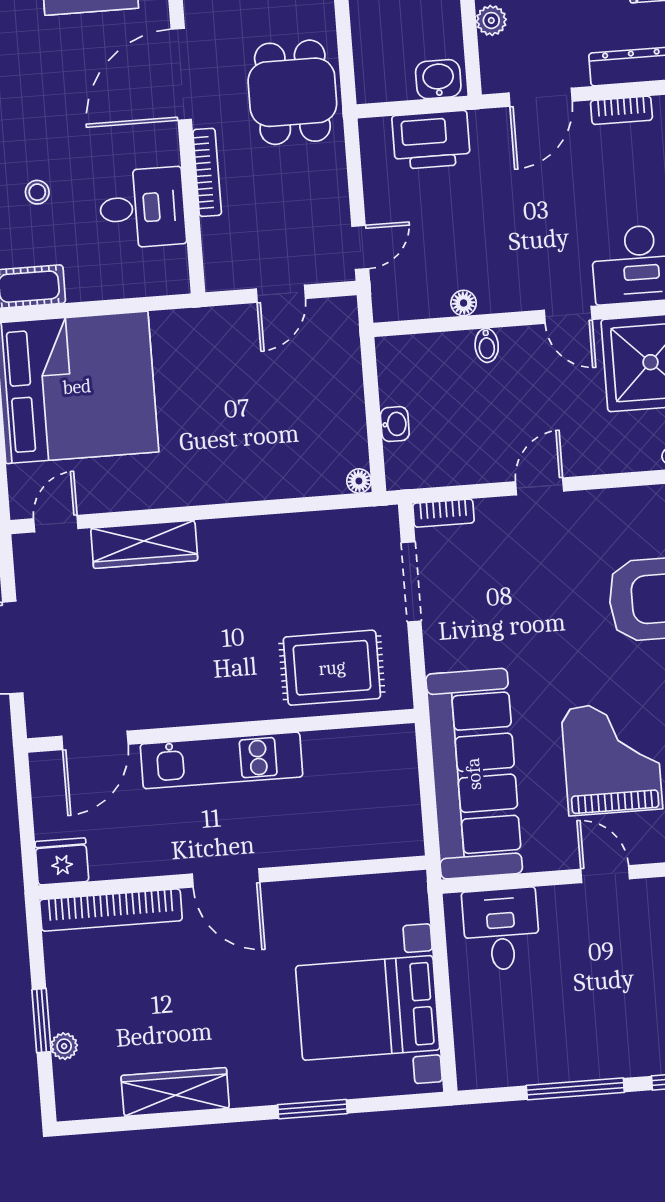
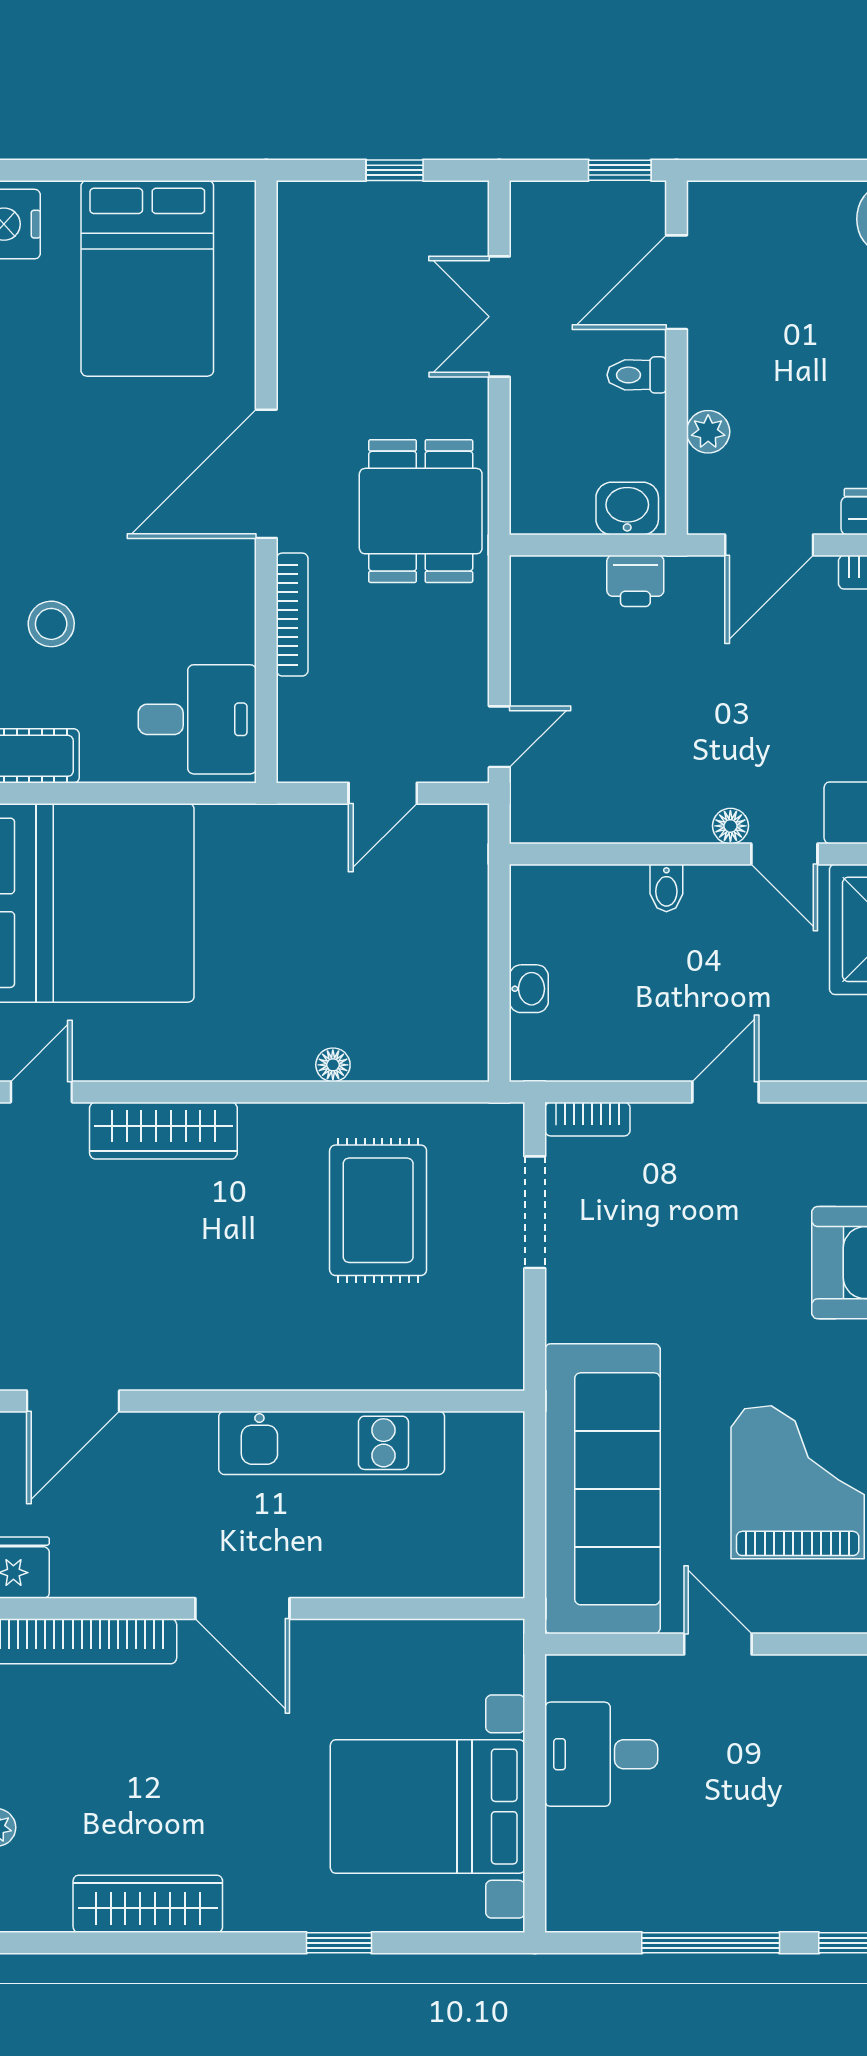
printer: (431, 140) -> (635, 581), width x0.53, depth x0.68
stool: (37, 192) -> (51, 624), width x1.37, depth x1.37
desk: (142, 208) -> (197, 719), moved
floor lamp: (464, 303) -> (730, 826), moved
floor lamp: (359, 481) -> (333, 1065), moved
rug: (332, 668) -> (378, 1210), moved, turned 90
kitchen unit: (221, 760) -> (332, 1443), moved
door: (605, 874) -> (718, 1644), moved
desk: (501, 929) -> (601, 1754), moved, turned -90
window: (313, 1109) -> (339, 1943), width x0.67

